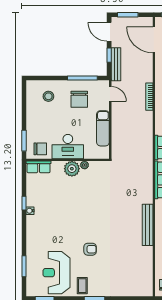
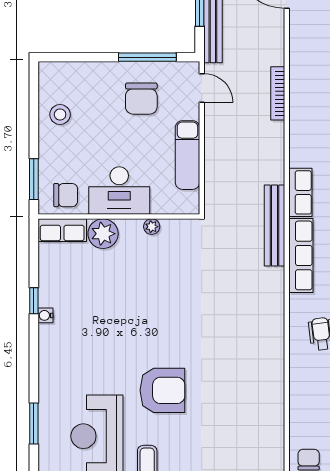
stool: (48, 96) -> (60, 114), moved
plant: (72, 169) -> (103, 234), moved
bench: (148, 225) -> (274, 225), moved
armchair: (90, 249) -> (162, 390), width x1.88, depth x1.88

